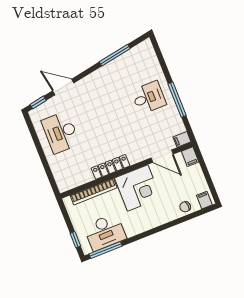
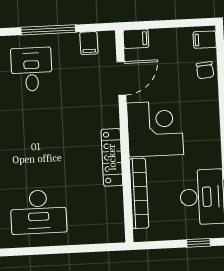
filing cabinet: (182, 139) -> (89, 43), moved

